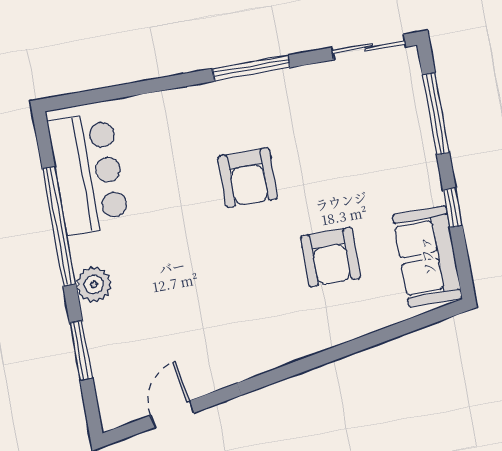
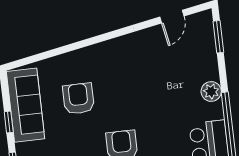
sofa: (427, 256) -> (26, 105), width x1.36
window: (81, 350) -> (218, 37), moved

